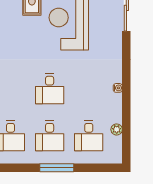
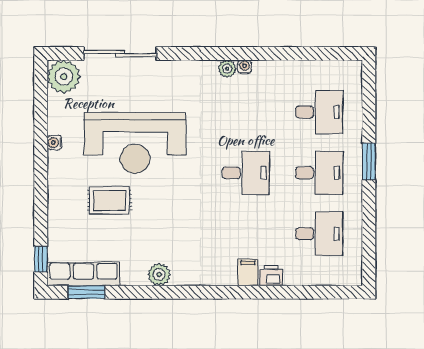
plant: (117, 129) -> (227, 69), moved
window: (57, 168) -> (369, 162), width x0.69

